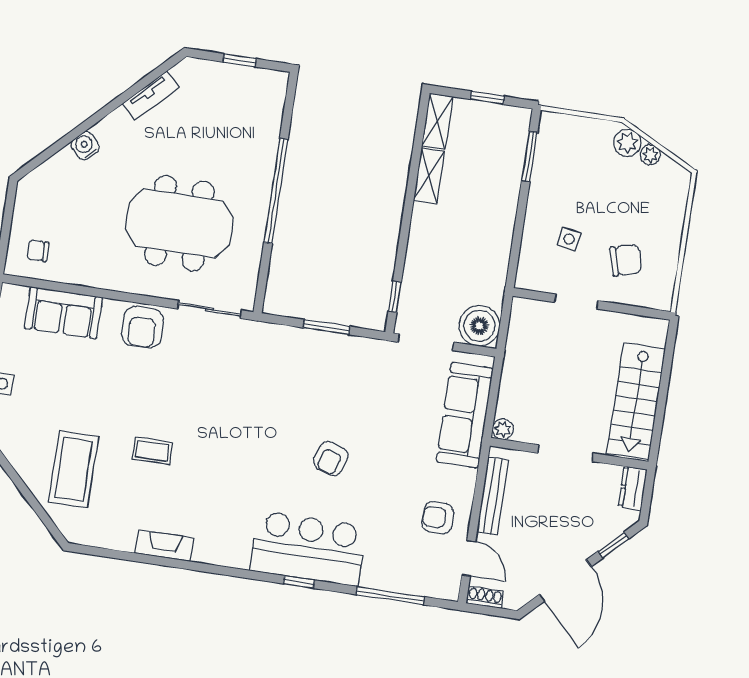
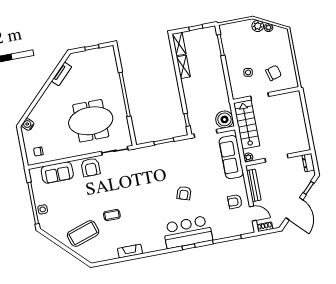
water cooler: (85, 146) -> (28, 125), moved
stairs: (636, 401) -> (247, 124), moved, turned 180
coffee table: (73, 469) -> (83, 233), turned 72

